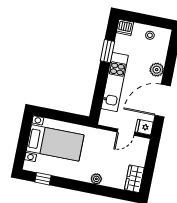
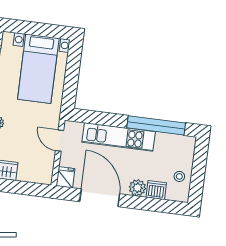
dishwasher: (125, 27) -> (156, 190), moved, turned 90
window: (107, 51) -> (156, 125), width x2.11
door: (126, 132) -> (60, 141), moved

